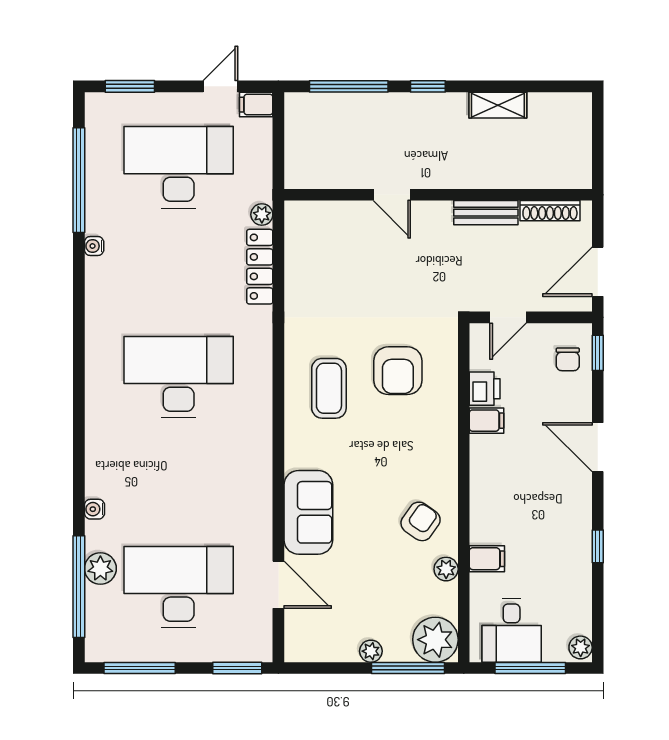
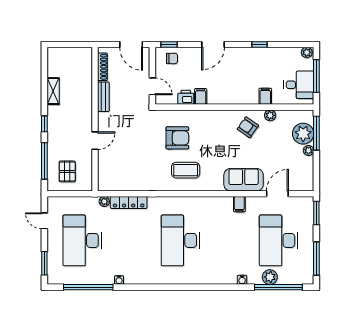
filing cabinet: (256, 105) -> (239, 204), moved
pallet: (326, 135) -> (67, 171), added
plant: (435, 640) -> (303, 134), moved

